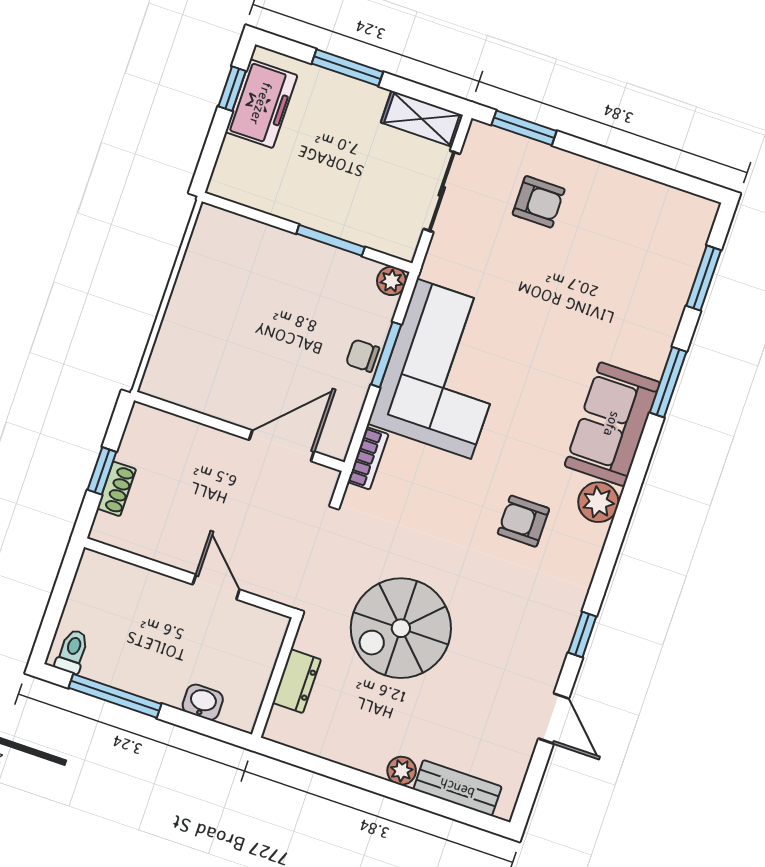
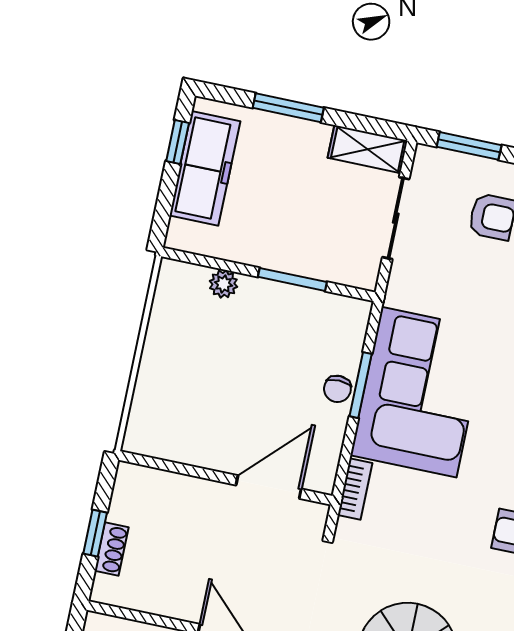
freezer: (261, 104) -> (205, 168), width x1.40
plant: (391, 281) -> (223, 284), moved
chair: (363, 356) -> (337, 389), turned -88

